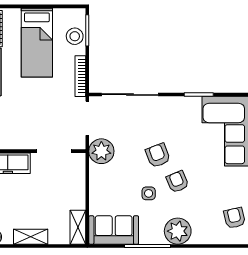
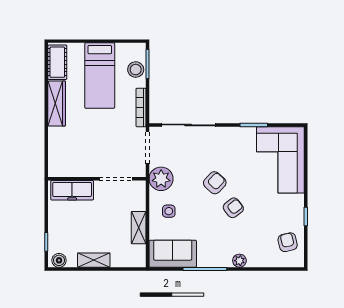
armchair: (158, 155) -> (215, 183), turned 64
armchair: (177, 182) -> (233, 208), turned 75
side table: (149, 193) -> (169, 211), moved
shelving: (78, 227) -> (139, 228), moved
plant: (178, 231) -> (239, 261), width x0.53, depth x0.53

